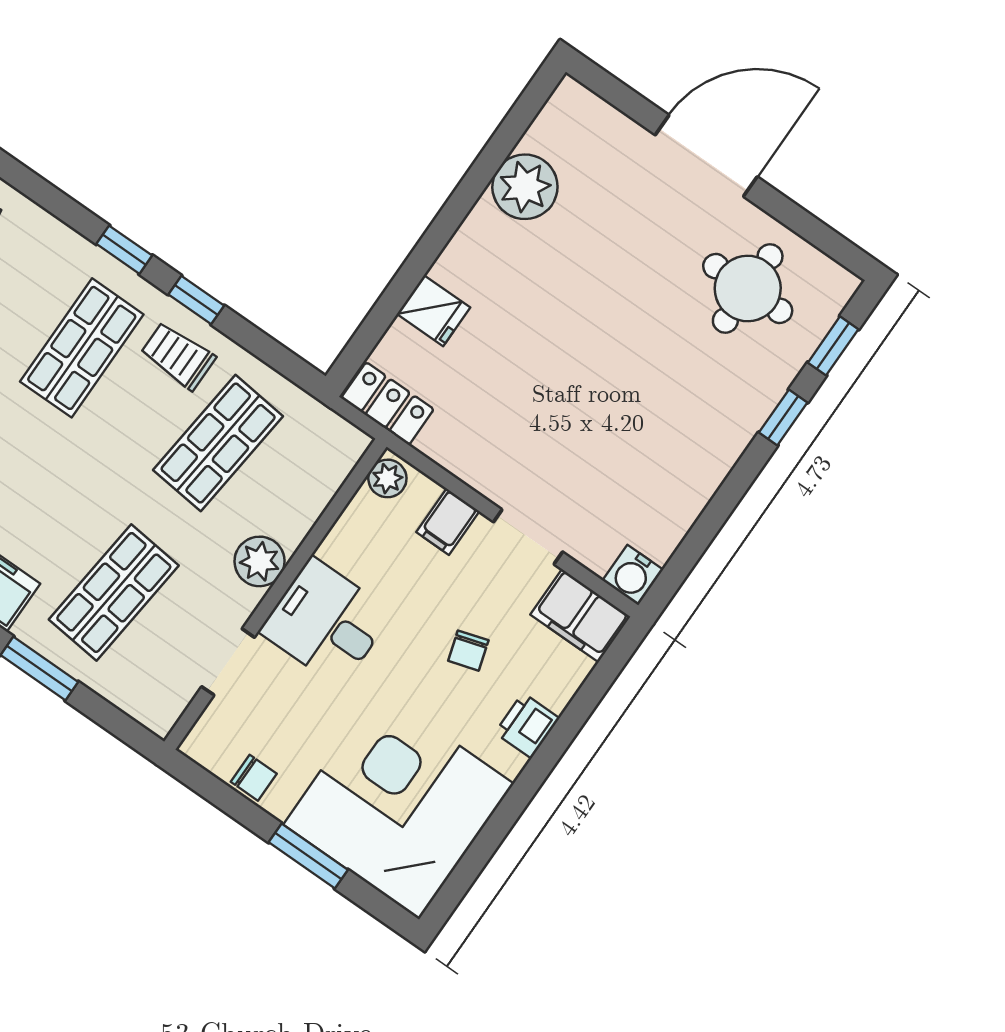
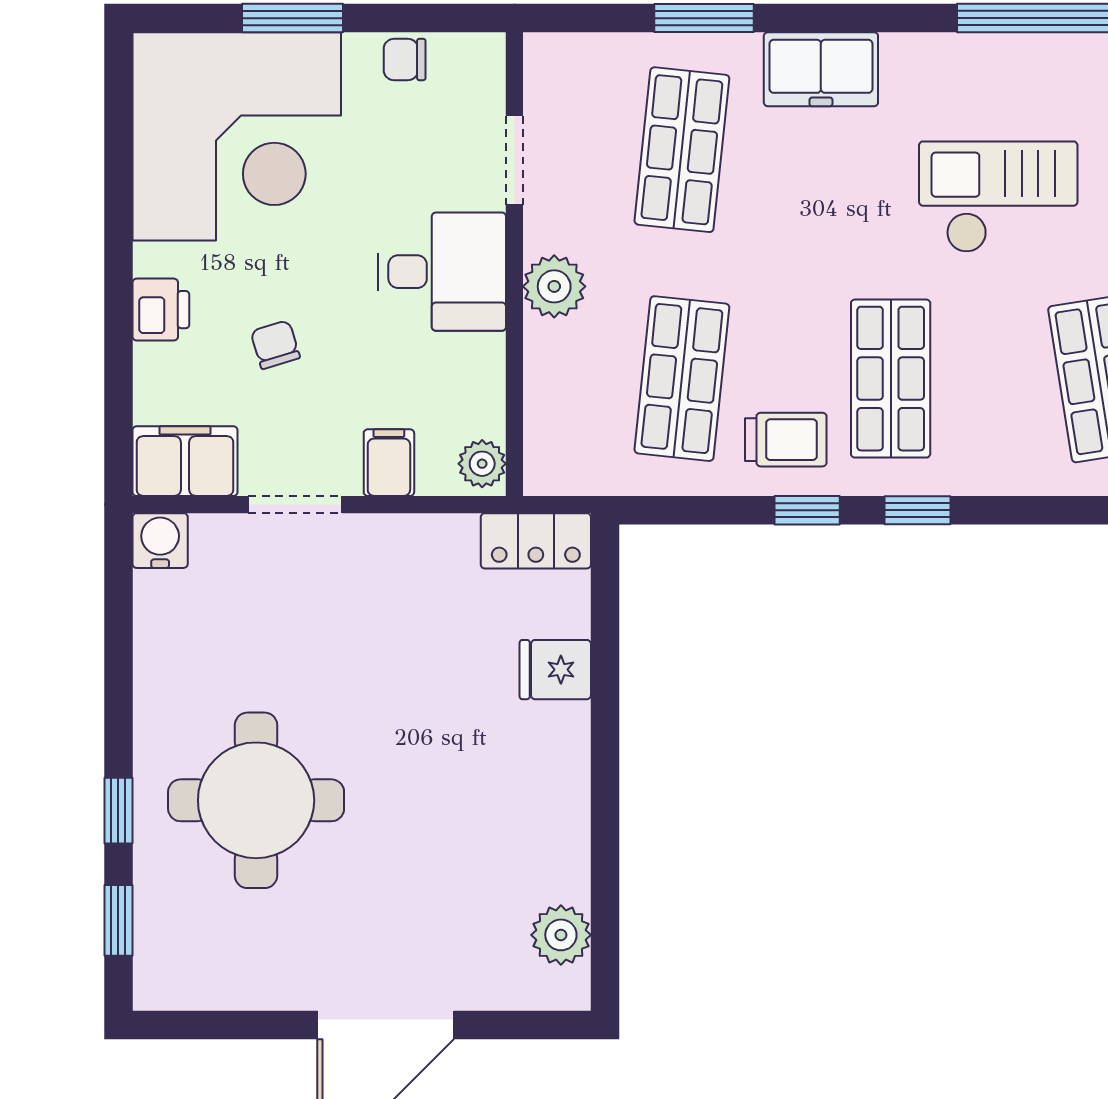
plant: (525, 187) -> (561, 935), moved, width x0.73, depth x0.73
round table: (748, 288) -> (256, 800), moved, width x1.36, depth x1.36

